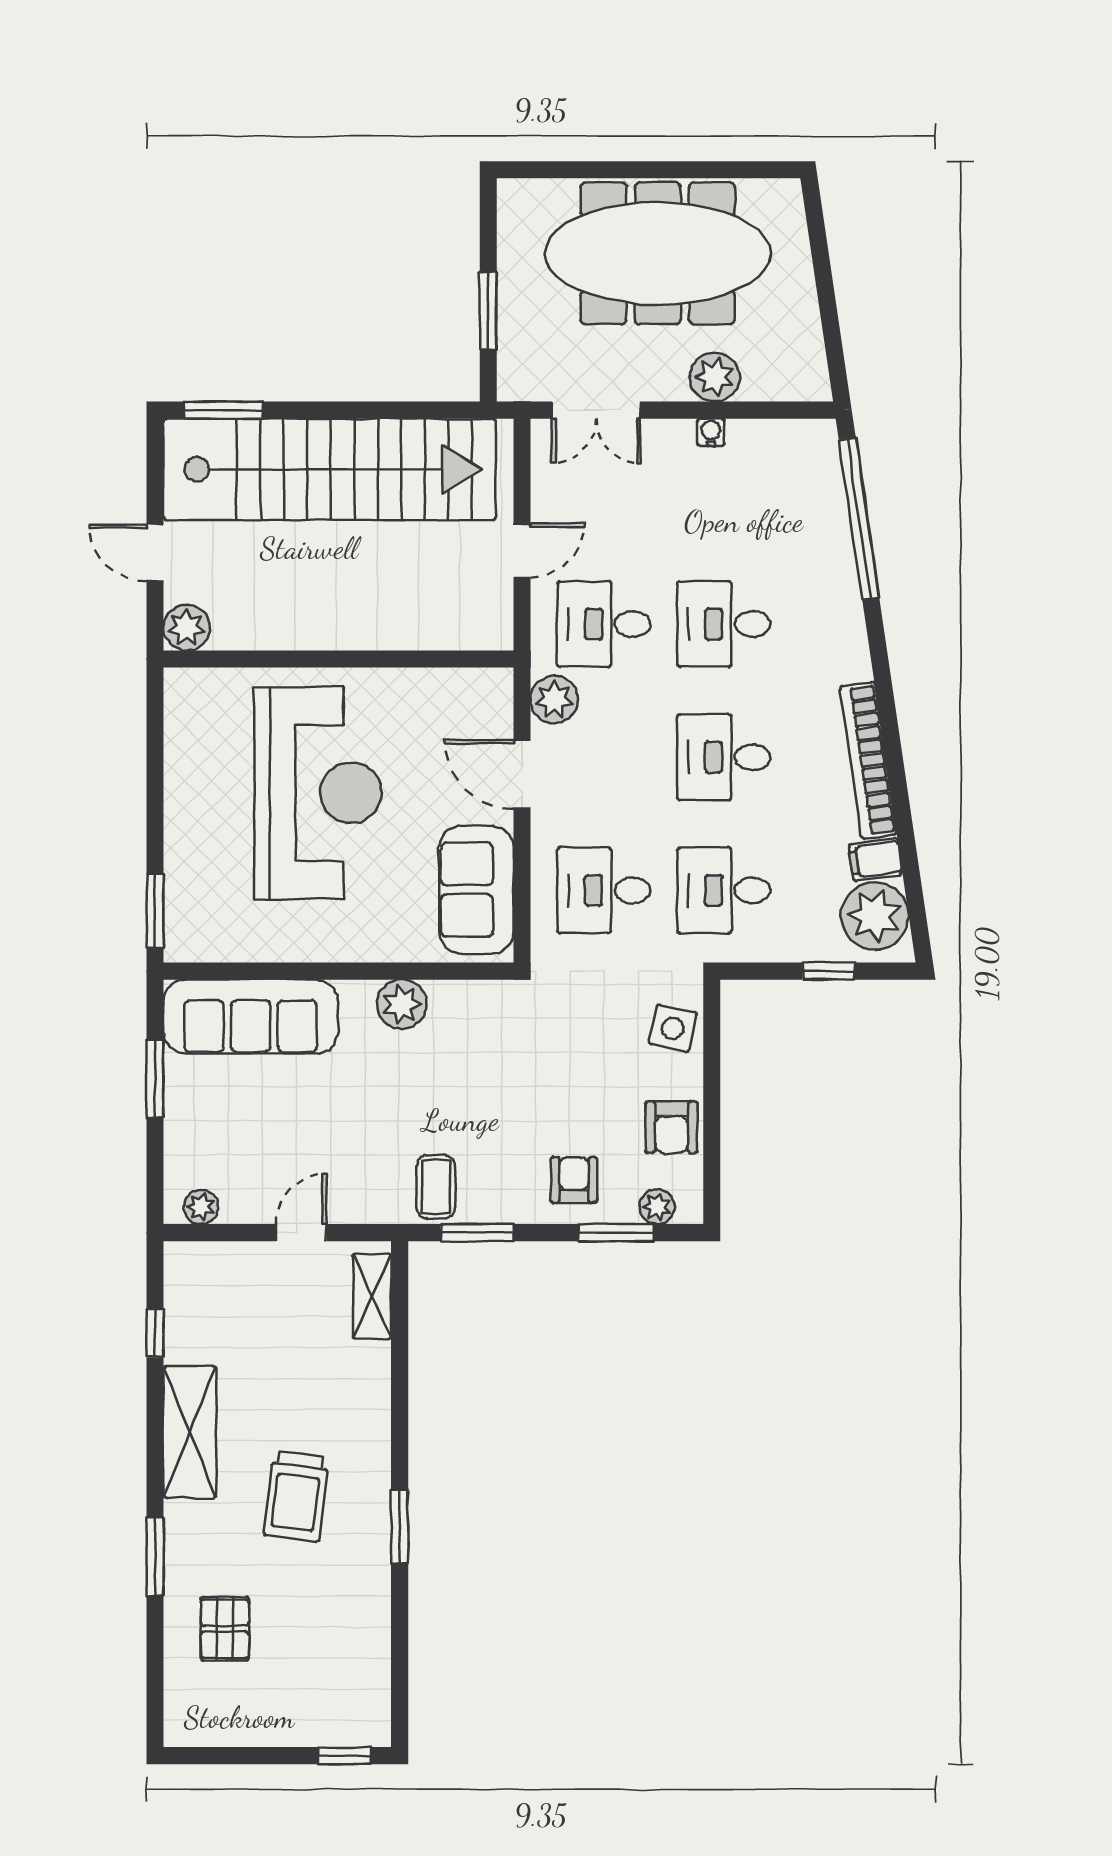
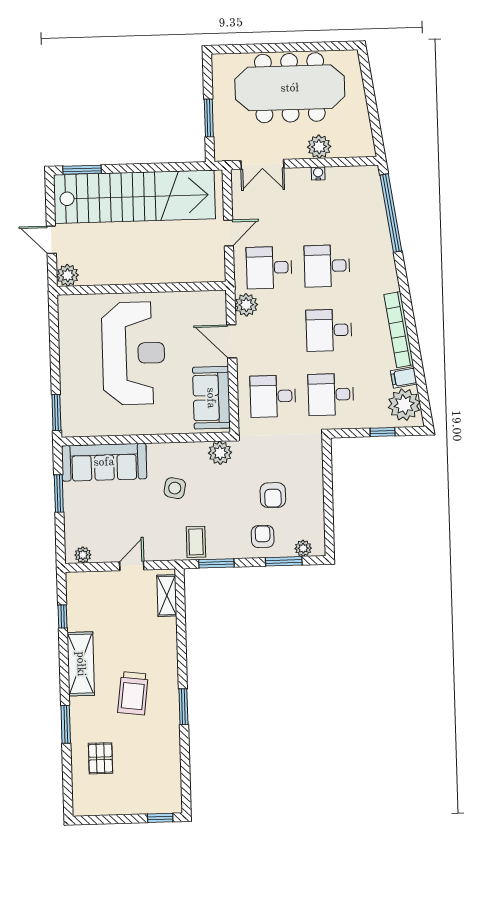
plant: (402, 1004) -> (220, 453), moved
side table: (673, 1028) -> (175, 488), moved
armchair: (671, 1127) -> (273, 495), moved

